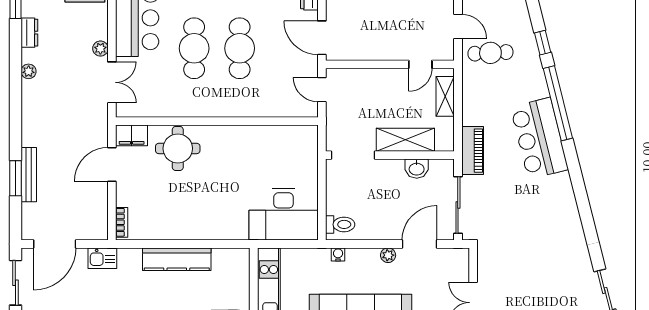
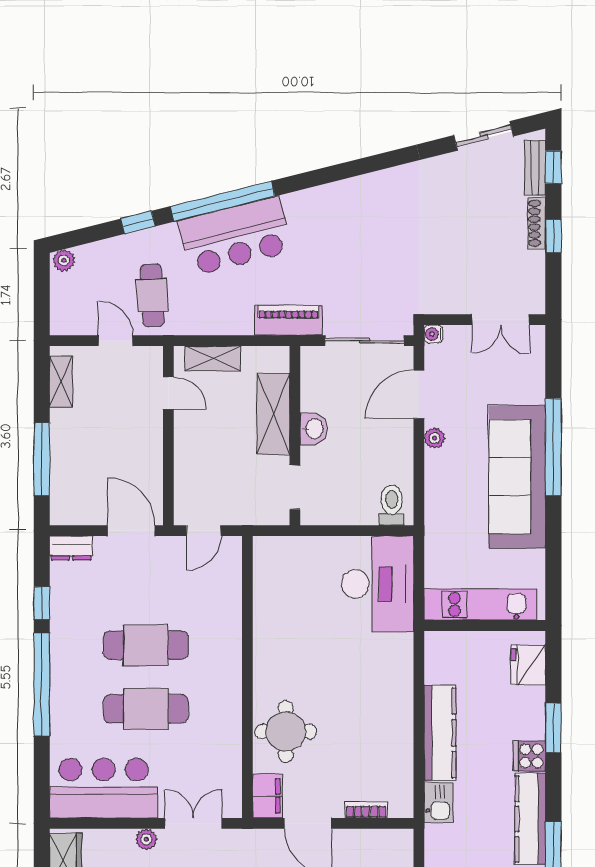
door: (458, 27) -> (116, 341), hinge flipped
door: (322, 38) -> (131, 531), swing flipped
bar counter: (539, 138) -> (235, 236), moved
doorway: (353, 155) -> (295, 487), width x0.73
washbasin: (417, 169) -> (314, 429), moved
bookcase: (122, 222) -> (366, 810), moved
door: (419, 244) -> (419, 394), hinge flipped
water cooler: (338, 254) -> (433, 334), moved
kitchen sink: (102, 258) -> (439, 803), moved

